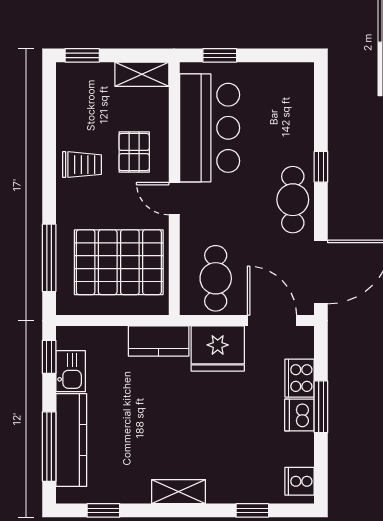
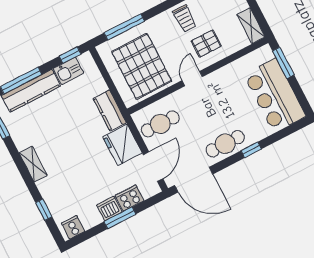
window: (220, 55) -> (283, 63), width x1.50
bar counter: (210, 128) -> (275, 95), moved, turned 90

